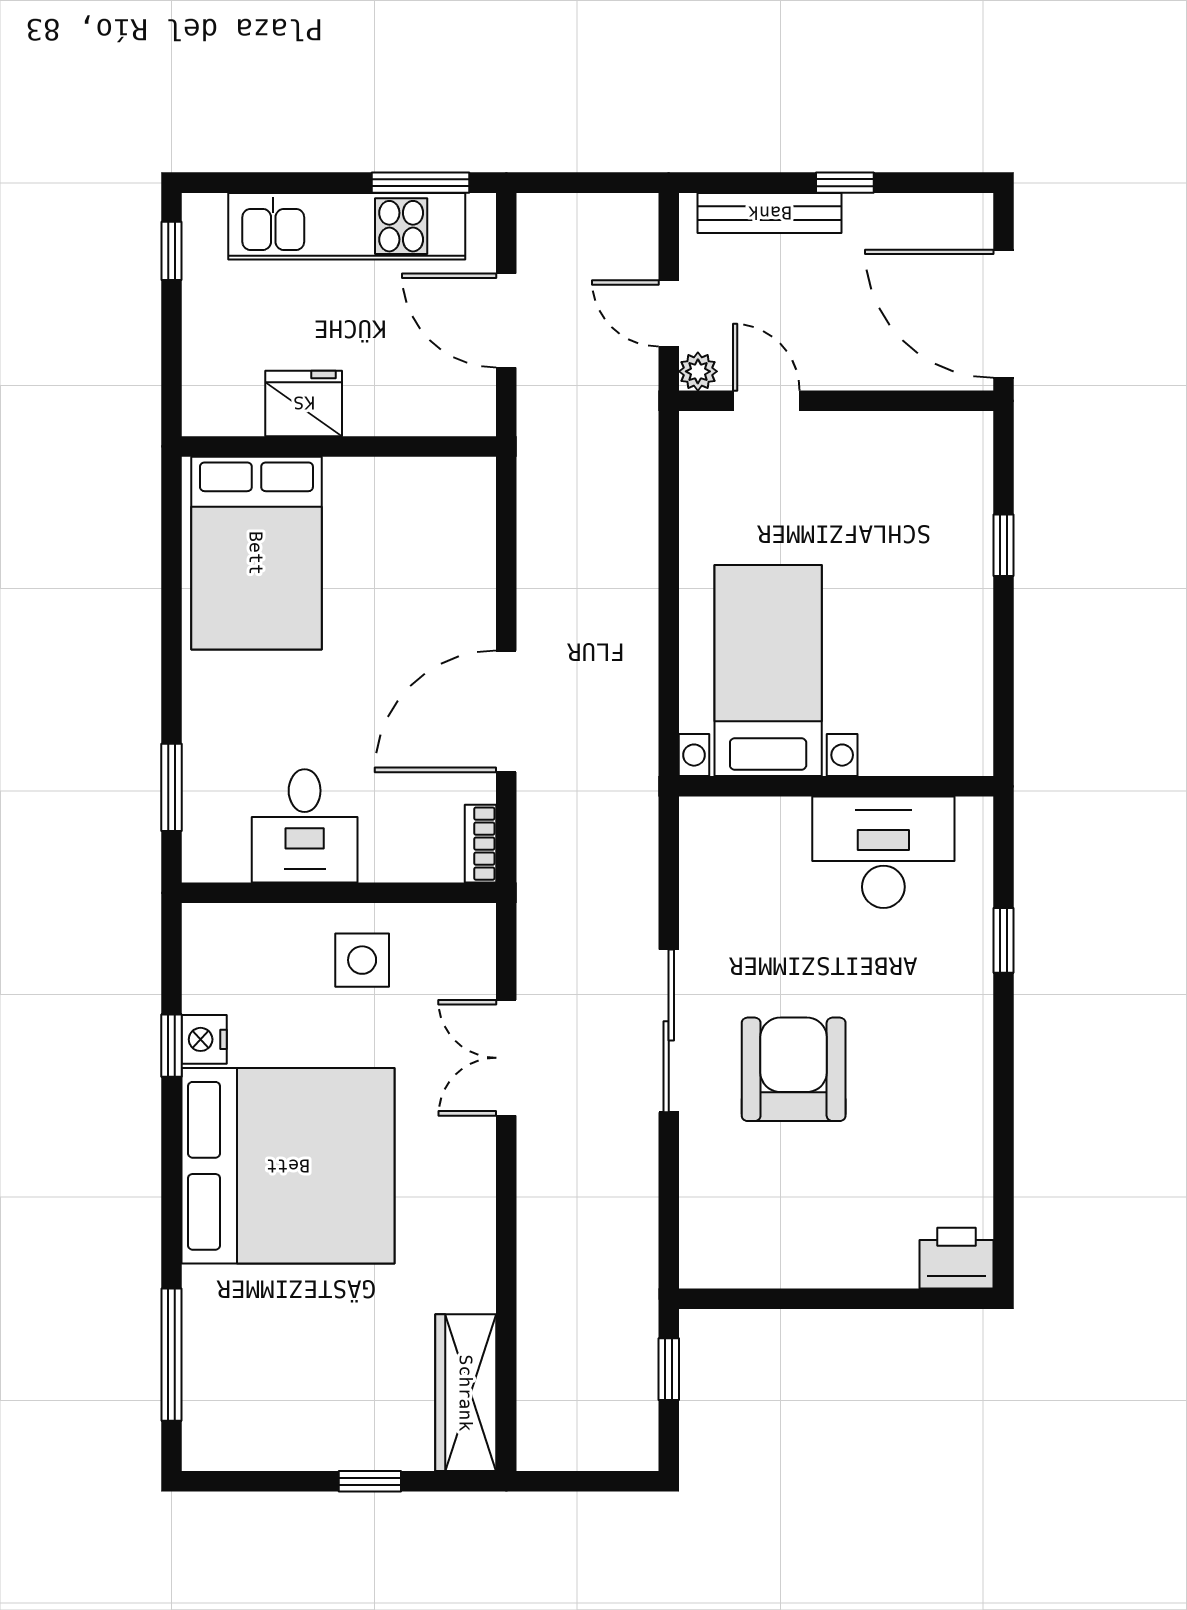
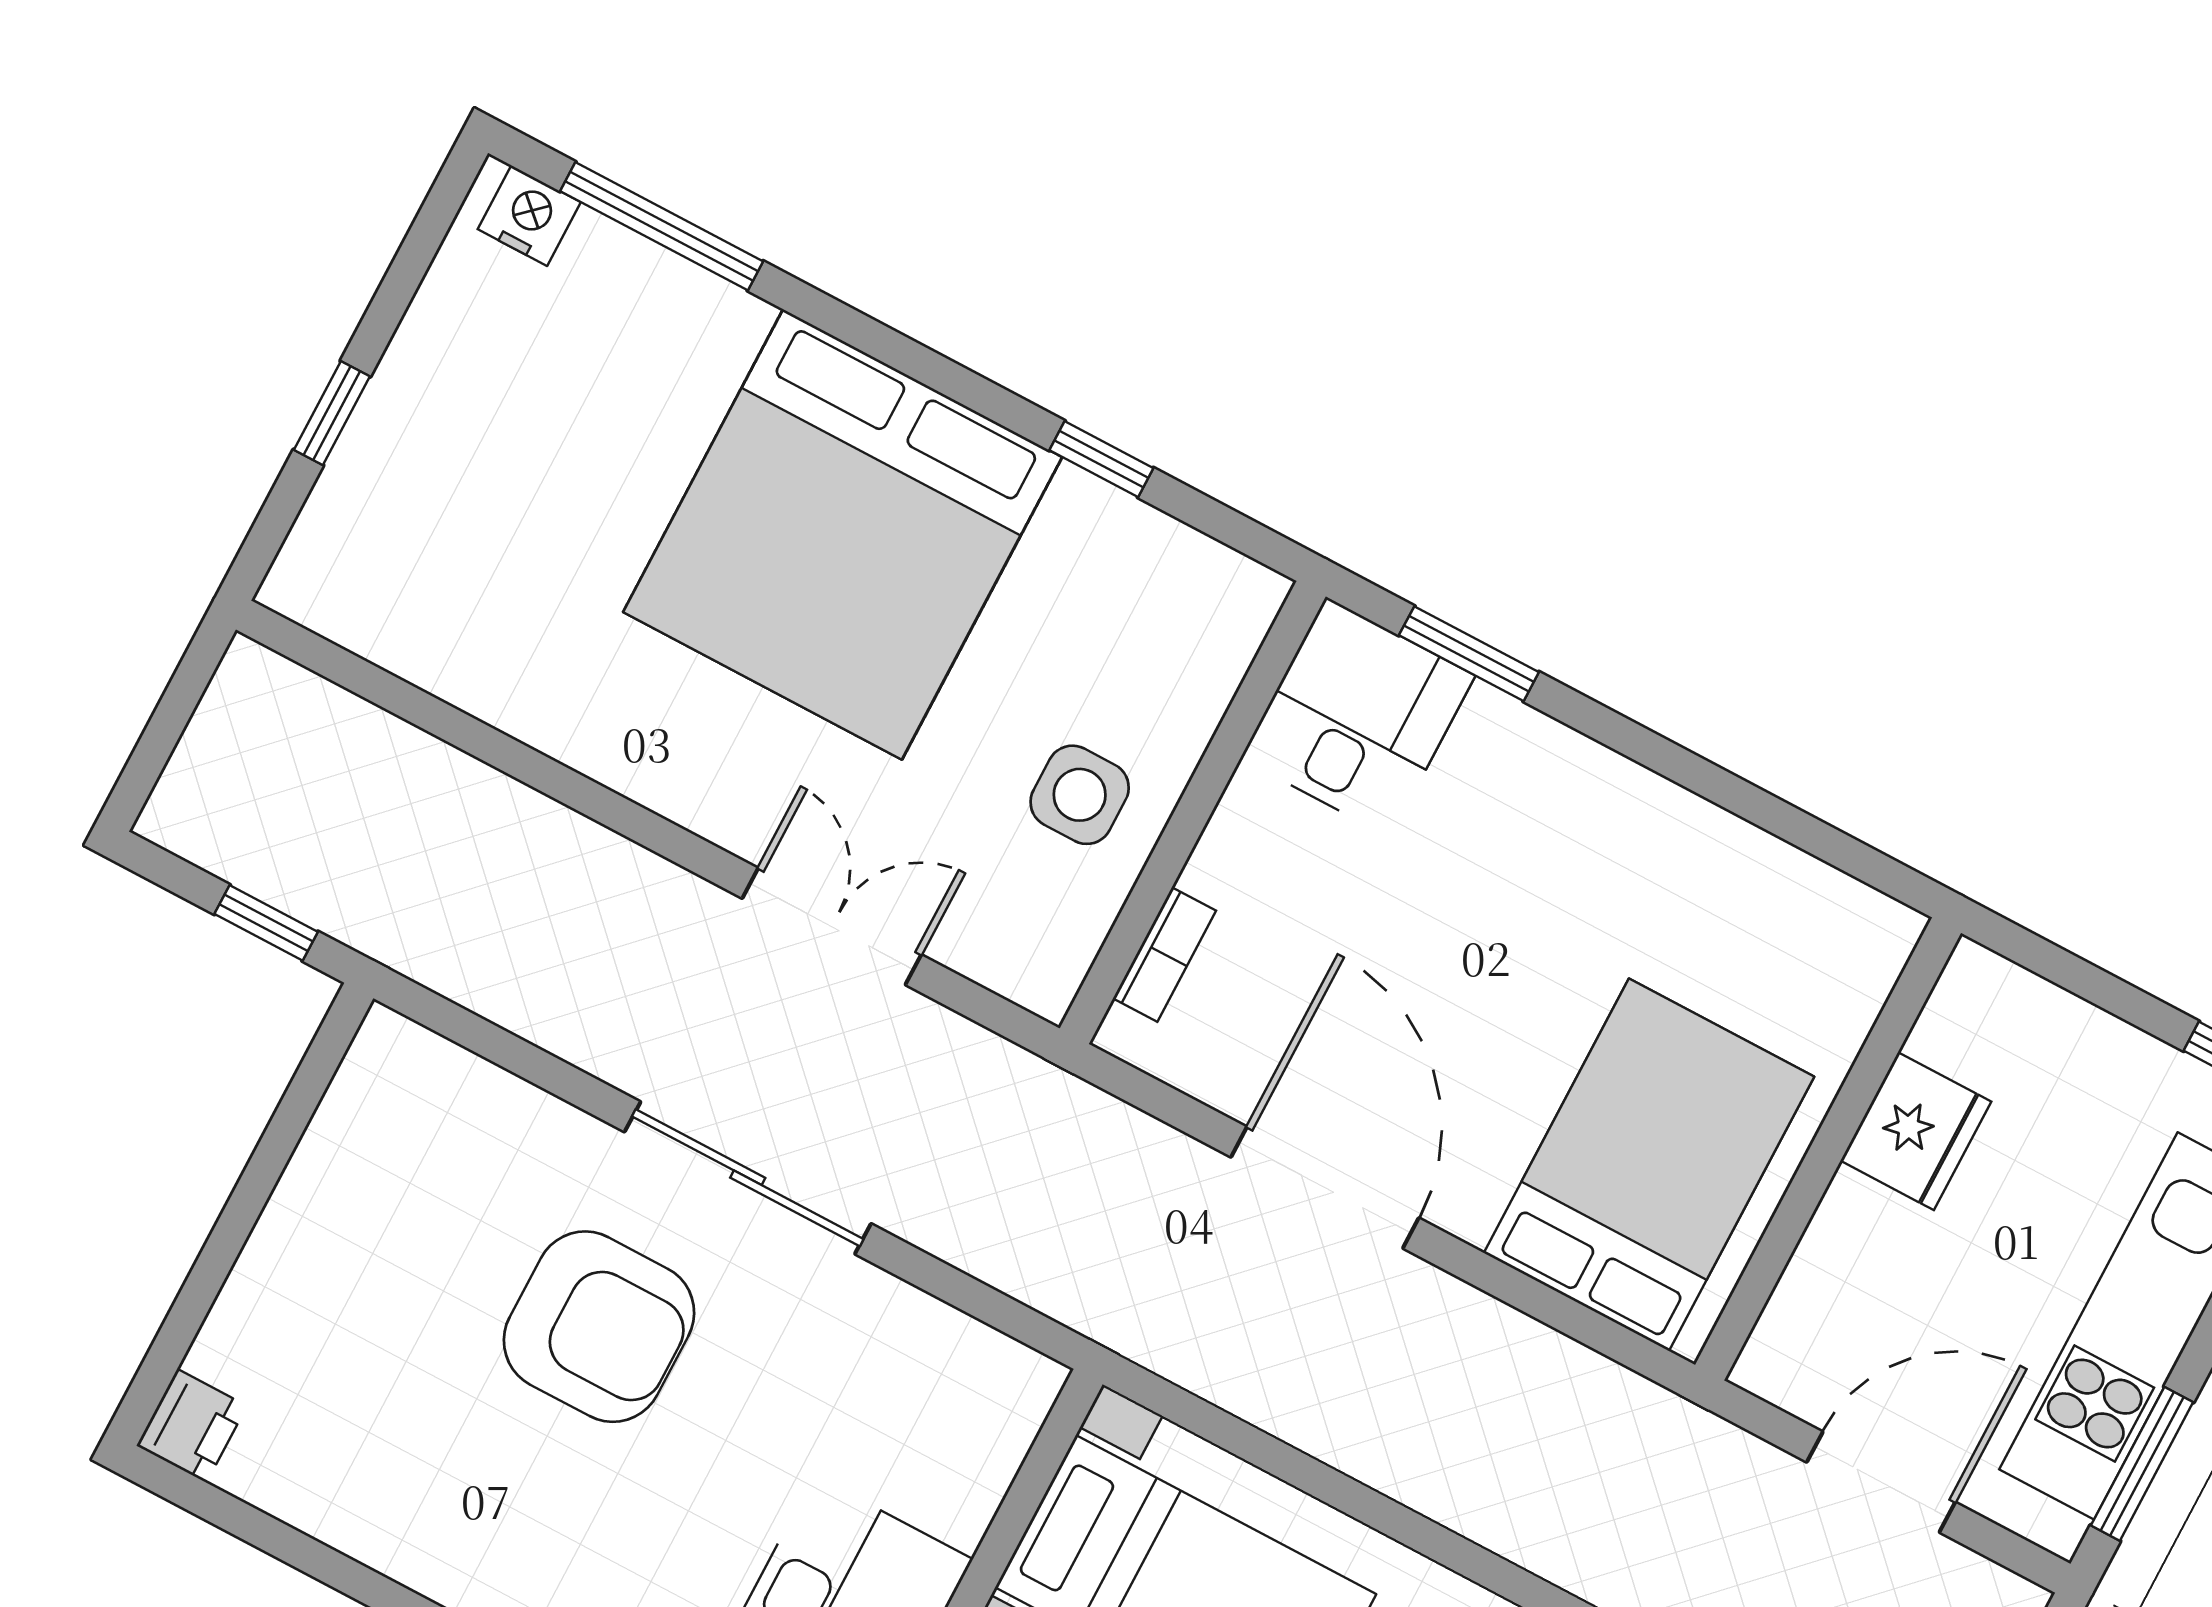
bed: (256, 553) -> (1649, 1165), moved, turned 90
desk: (305, 826) -> (1358, 717), moved, turned 90
bookcase: (481, 844) -> (1165, 954), moved, turned 90
nightstand: (204, 1039) -> (529, 216), moved
printer: (956, 1258) -> (192, 1426), width x0.73, depth x0.81
wardrobe: (466, 1393) -> (386, 616), removed

